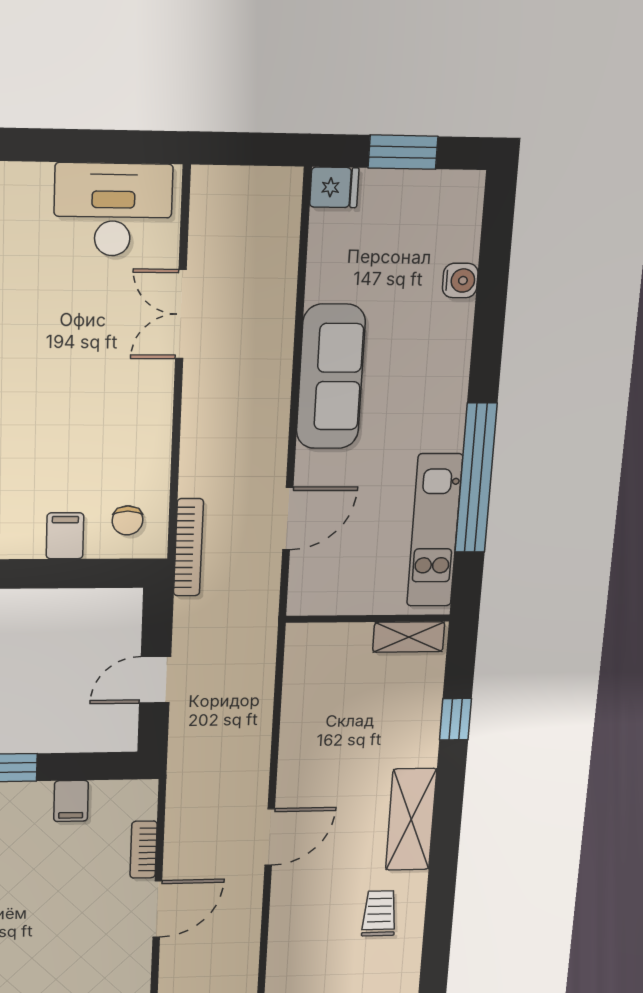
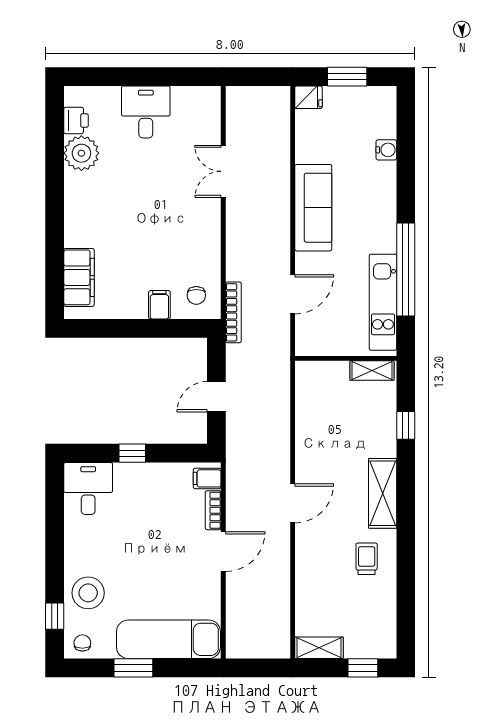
desk: (113, 210) -> (146, 112), moved, width x0.73
filing cabinet: (71, 801) -> (207, 478), moved, turned 90

